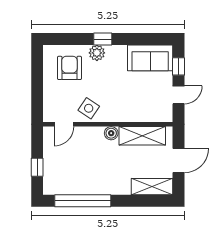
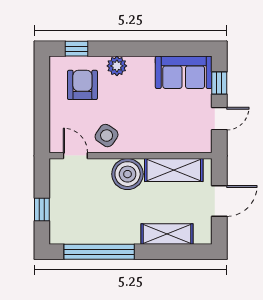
window: (103, 39) -> (76, 49), moved
door: (64, 124) -> (75, 156), swing flipped
boiler: (111, 133) -> (128, 174), width x1.86, depth x1.86
shelving: (152, 187) -> (167, 234), moved

